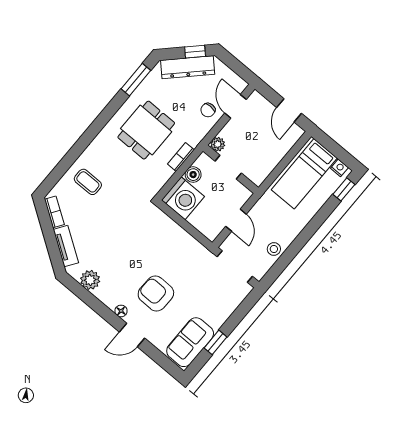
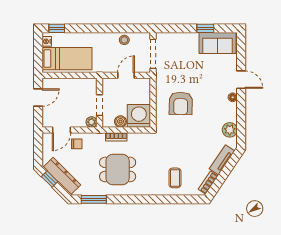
armchair: (156, 294) -> (181, 103), moved

